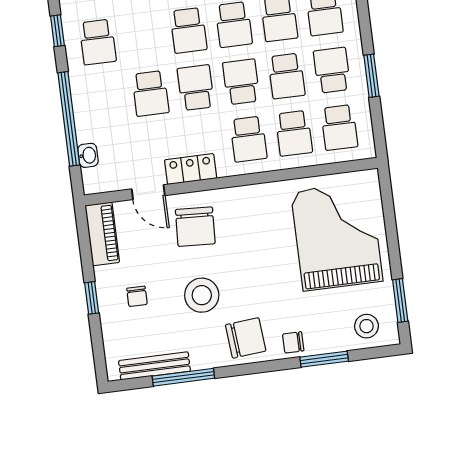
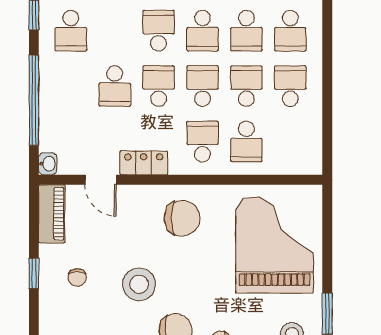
school desk: (188, 30) -> (159, 31), turned 180
school desk: (287, 76) -> (246, 86), turned 180
window: (371, 76) -> (327, 96), removed
school desk: (339, 127) -> (290, 141), removed
school desk: (249, 139) -> (203, 141), turned 180
washbasin: (88, 155) -> (48, 164), moved
chair: (195, 227) -> (182, 218), moved, turned -93

